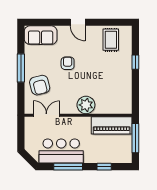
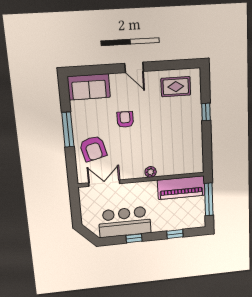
rug: (111, 40) -> (176, 87), turned 90
plant: (86, 105) -> (151, 172), width x0.53, depth x0.53
window: (68, 167) -> (134, 238), width x0.46

